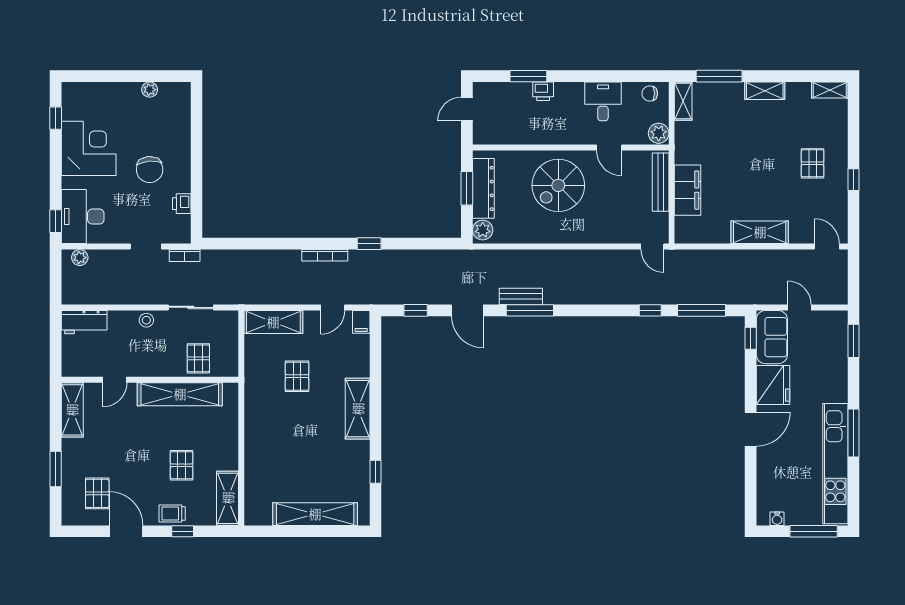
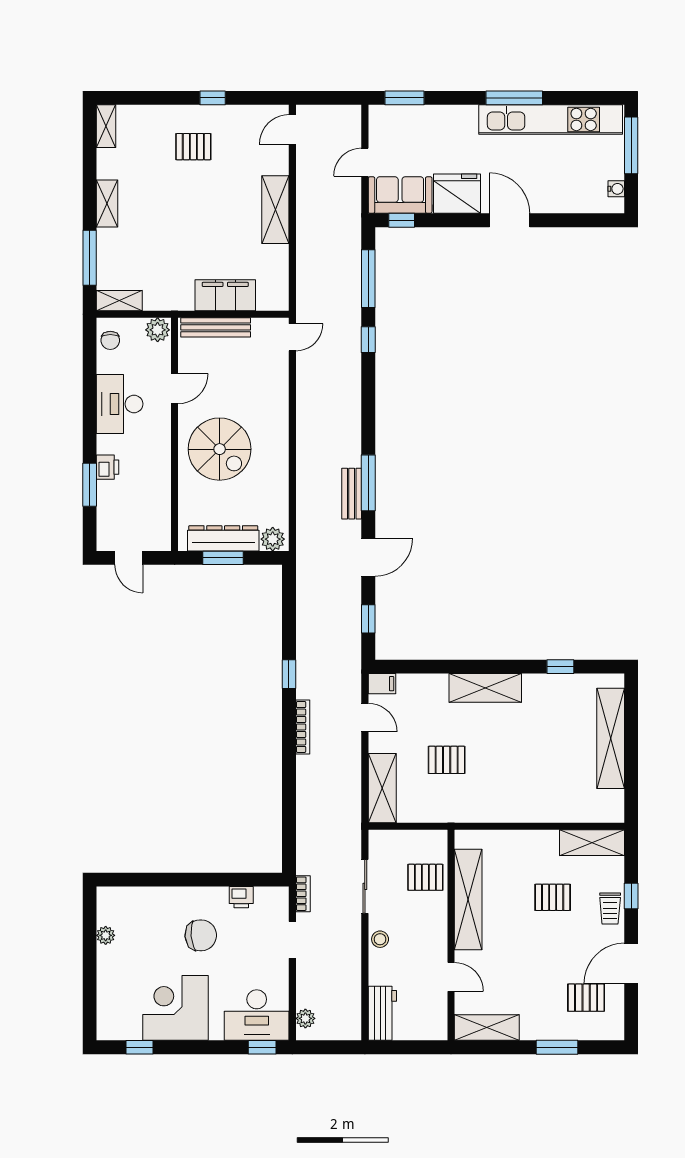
desk: (603, 101) -> (120, 404), width x1.37

